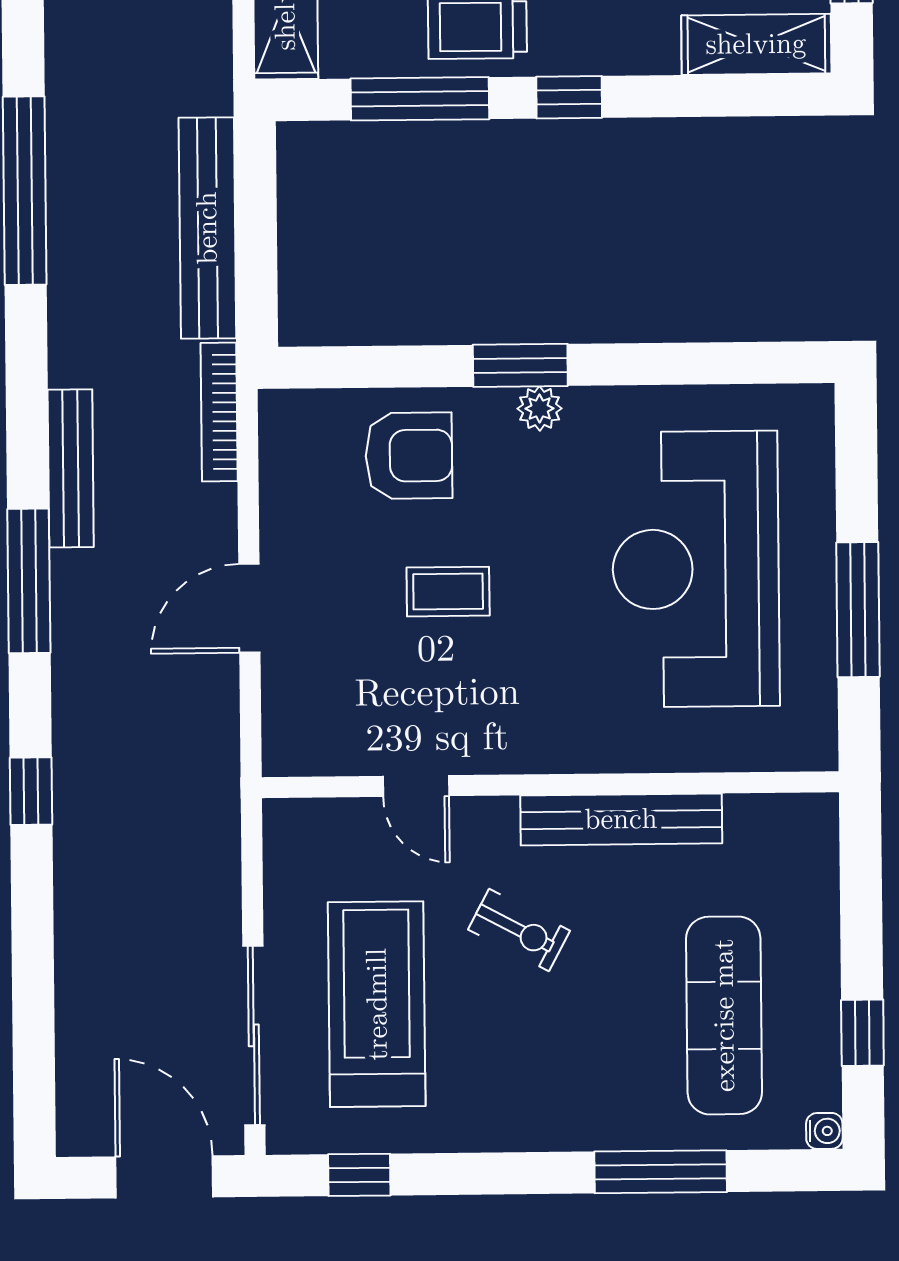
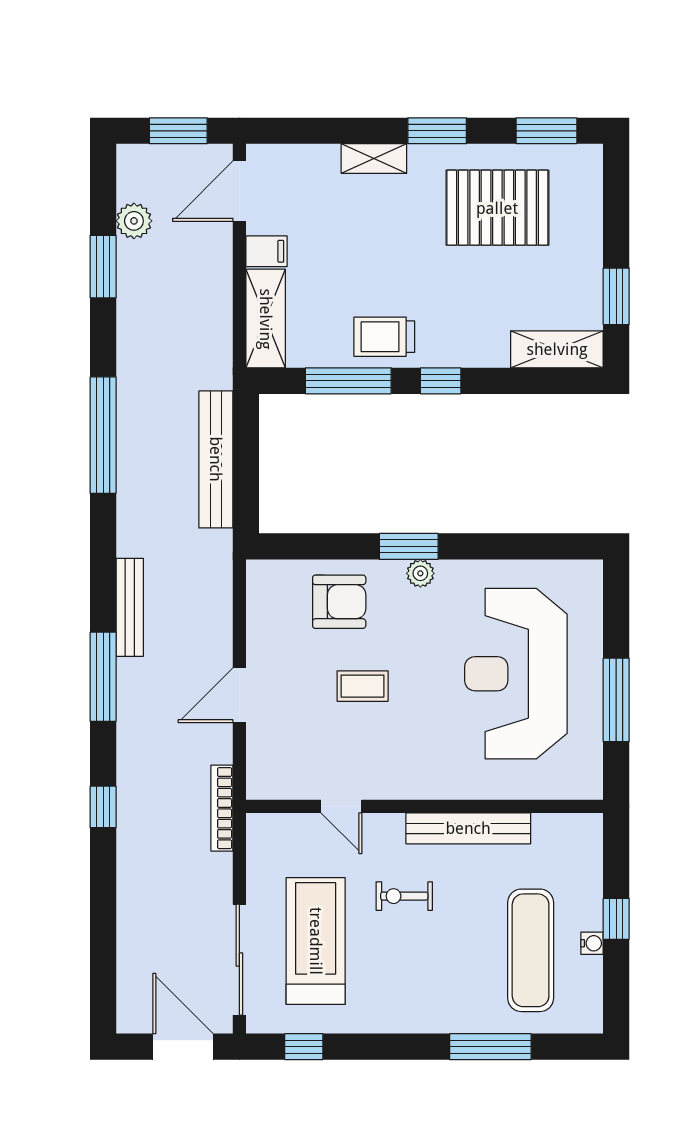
bookcase: (219, 412) -> (222, 808), moved
exercise bike: (519, 930) -> (404, 896), turned 152
window: (862, 1033) -> (616, 919), moved
water cooler: (824, 1131) -> (592, 943), moved

